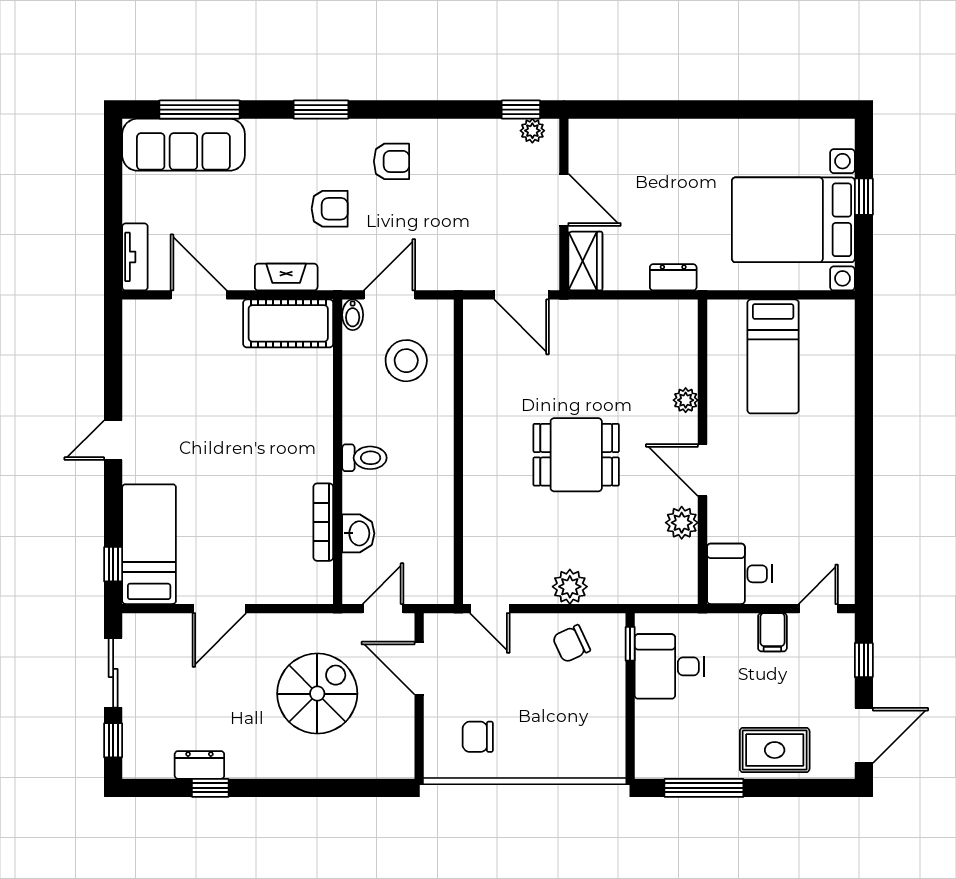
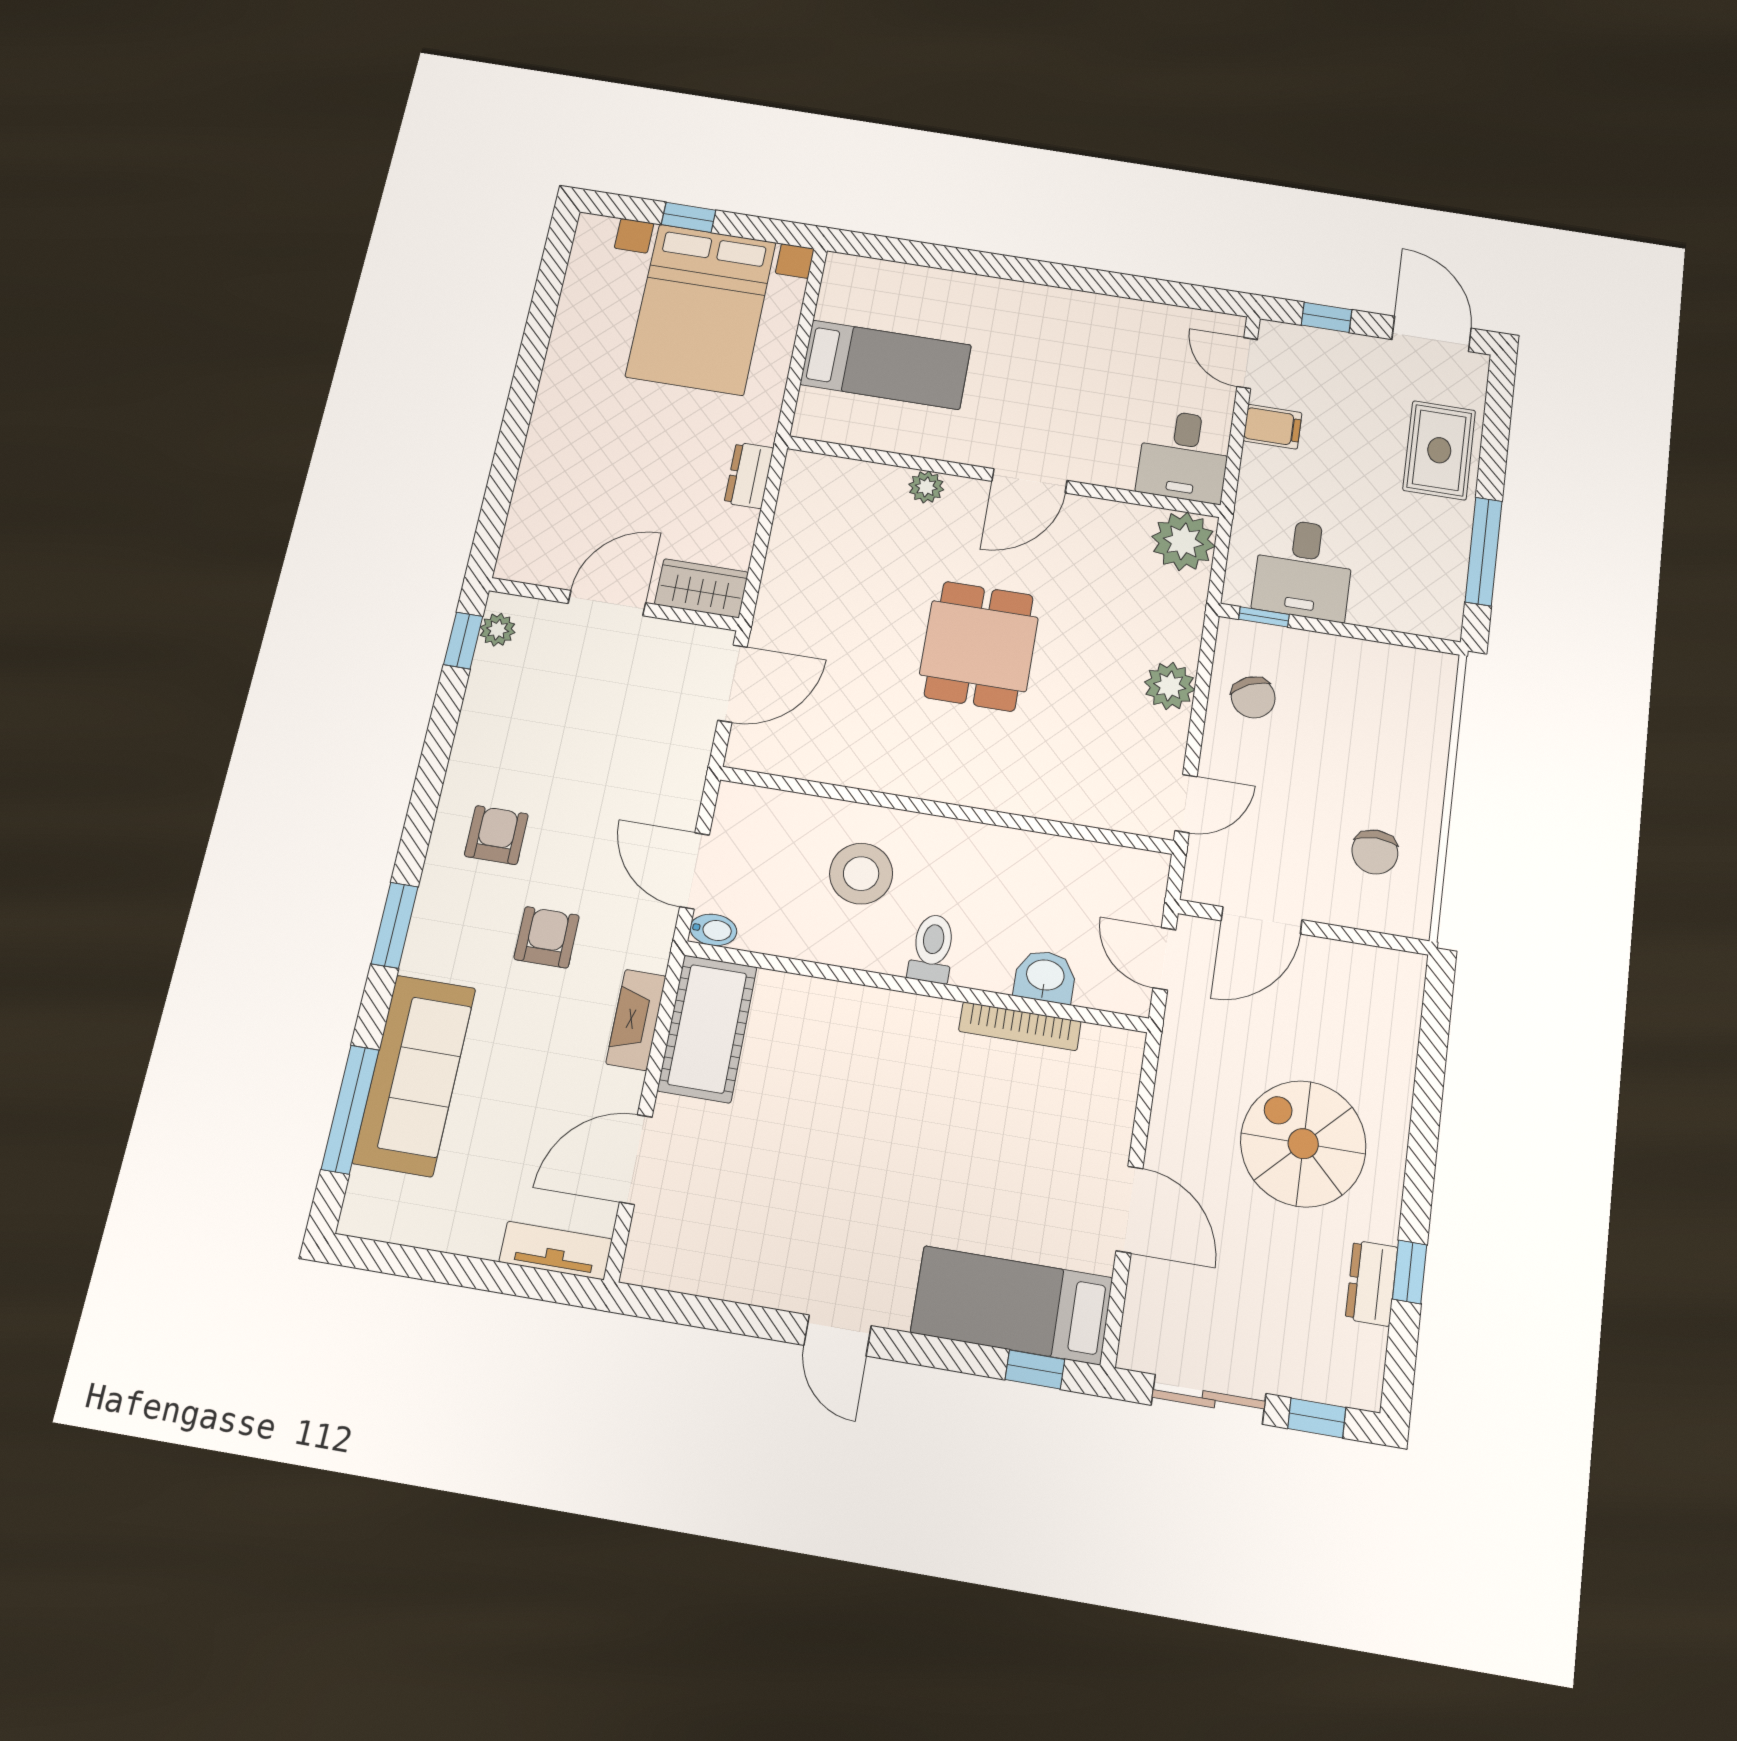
sofa: (183, 145) -> (414, 1075), moved
stool: (406, 361) -> (861, 874), moved
plant: (682, 523) -> (1183, 541), moved, width x1.36, depth x1.36
spiral stairs: (317, 694) -> (1303, 1144), moved

